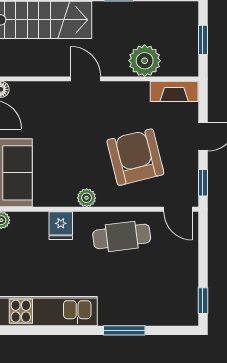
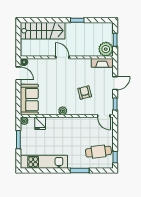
plant: (145, 61) -> (106, 49), moved
armchair: (135, 157) -> (85, 93), width x0.53, depth x0.53
fridge: (61, 226) -> (40, 123), moved
cafe table: (122, 236) -> (98, 152), moved

